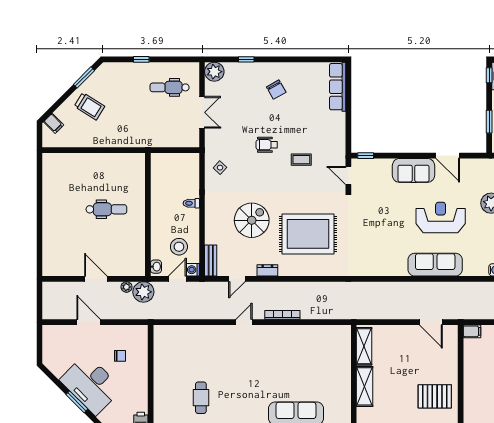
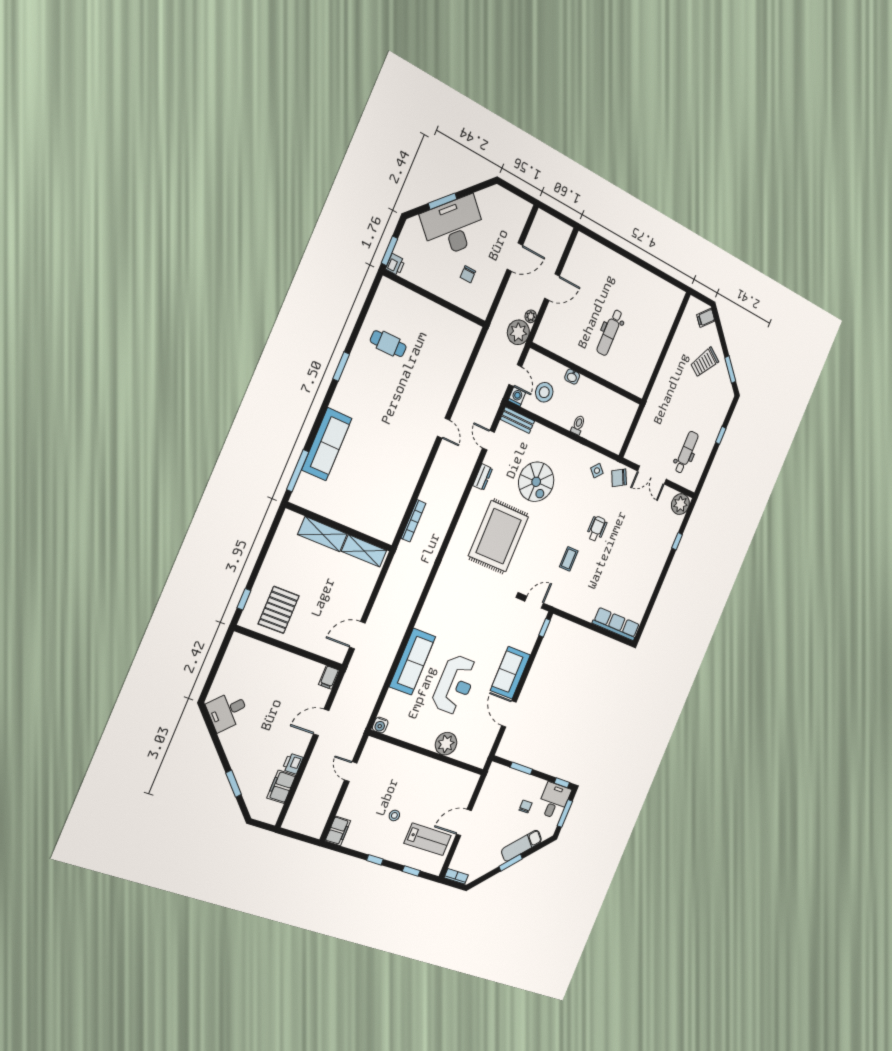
chair: (276, 90) -> (619, 478), moved
door: (448, 156) -> (509, 714), hinge flipped
washbasin: (156, 267) -> (572, 377), moved
bookcase: (282, 315) -> (413, 521), moved

